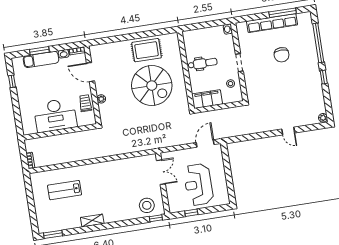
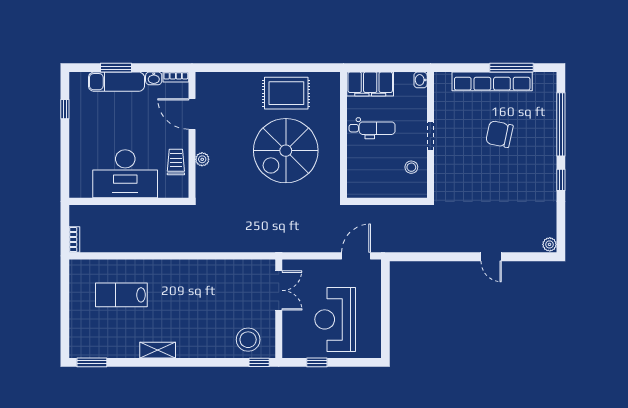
chair: (282, 55) -> (499, 134), turned 102
spiral stairs: (152, 86) -> (286, 151), turned 90
filing cabinet: (207, 99) -> (370, 84), moved, turned 180

